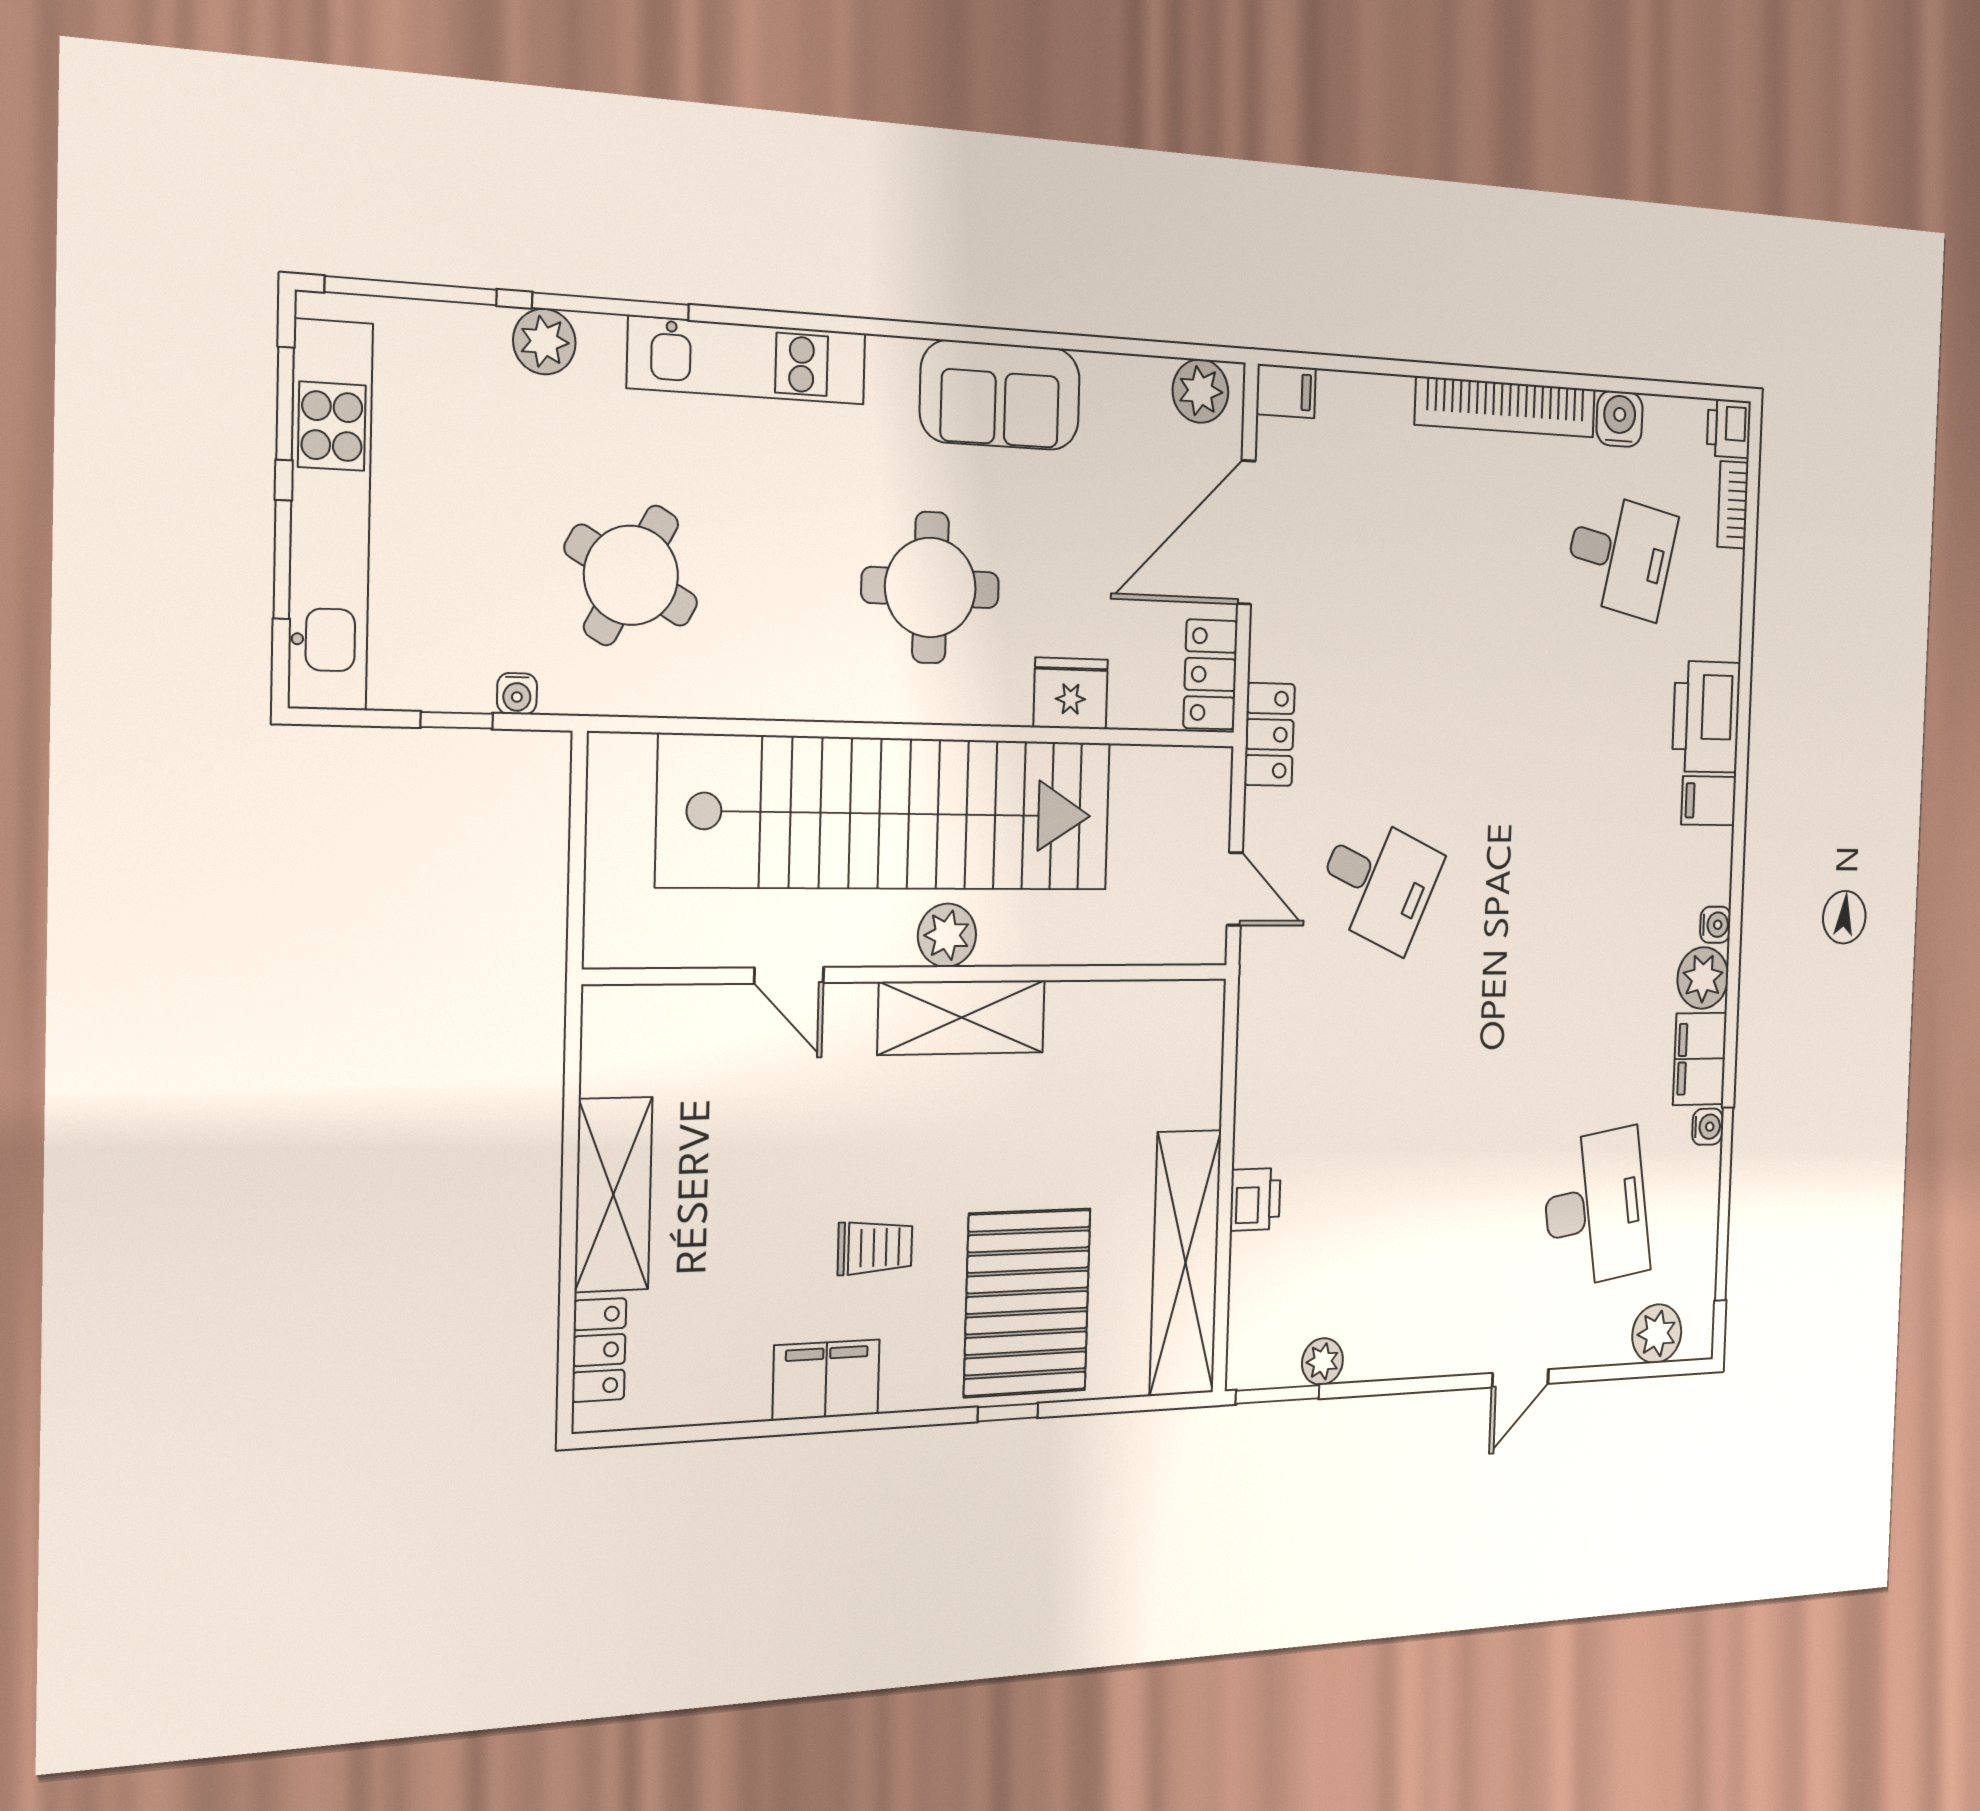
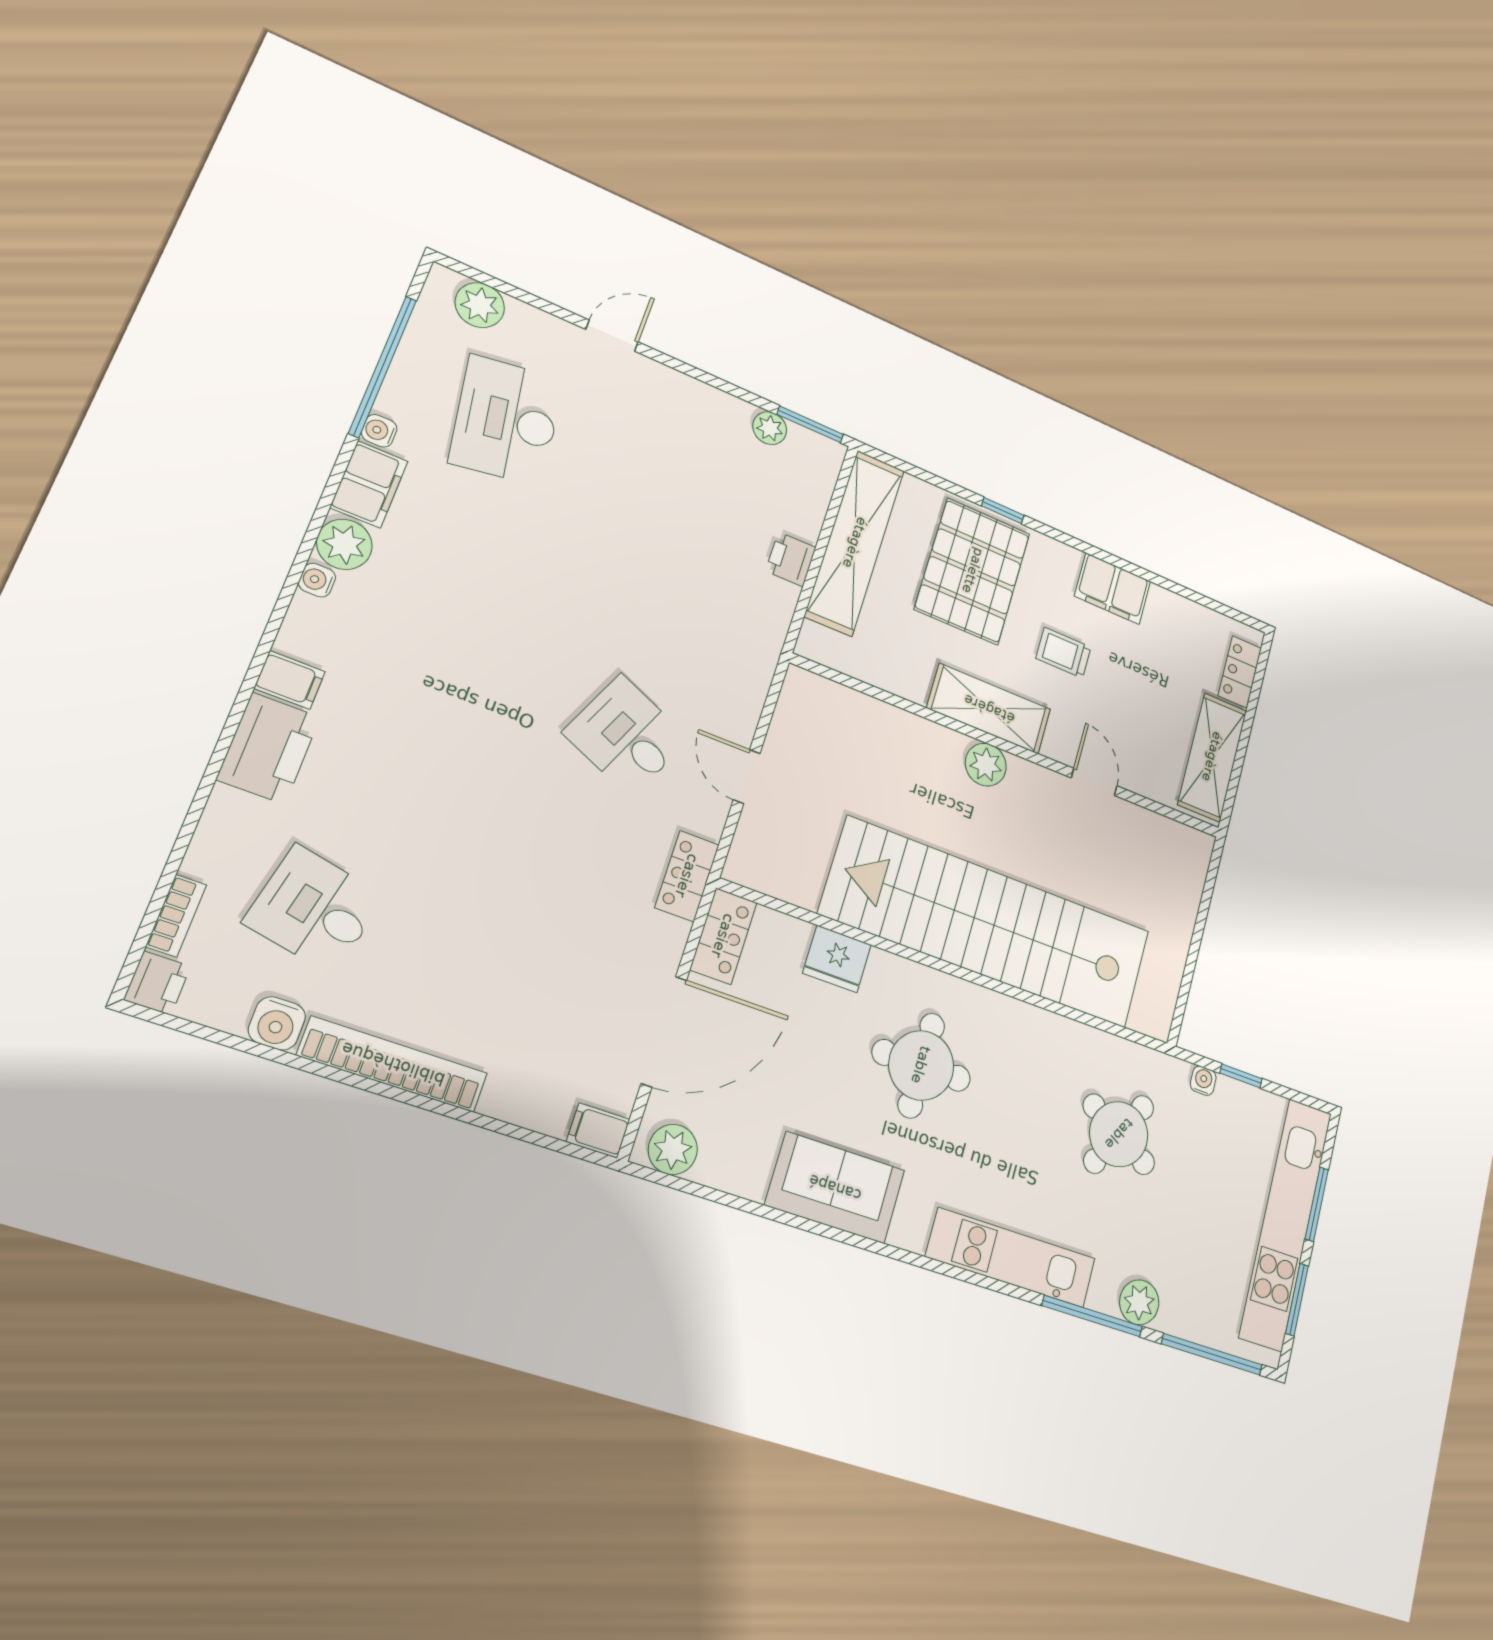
plant: (947, 935) -> (986, 765), moved
wall: (918, 974) -> (1012, 748), moved
door: (789, 975) -> (1094, 782), moved
shelving: (962, 1017) -> (989, 709), moved

